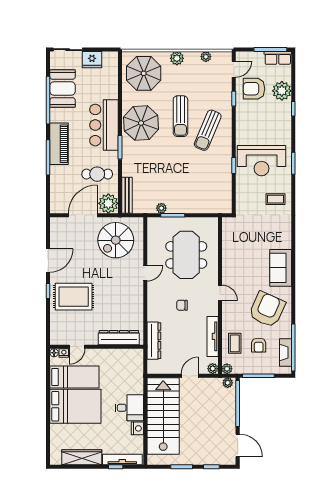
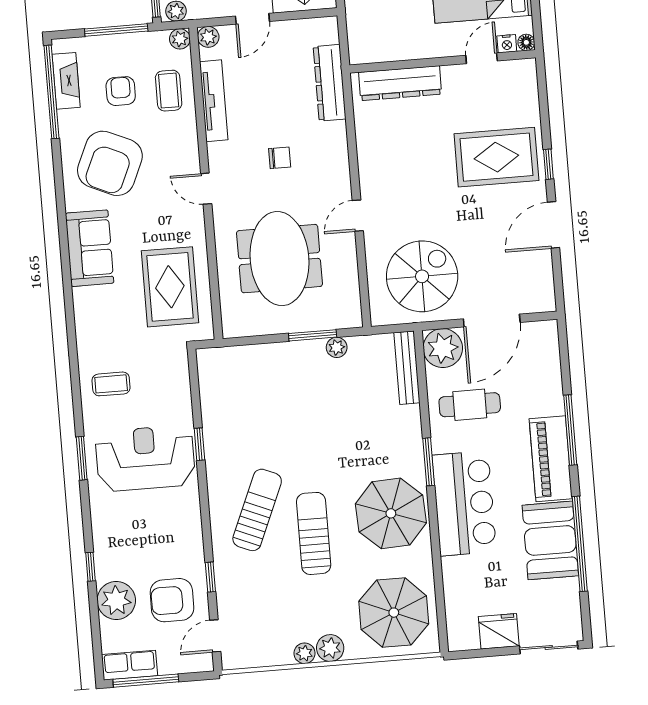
plant: (206, 57) -> (305, 653), moved
booth: (63, 89) -> (550, 540), moved
armchair: (254, 89) -> (172, 600), turned 180
rug: (242, 245) -> (170, 287), added

